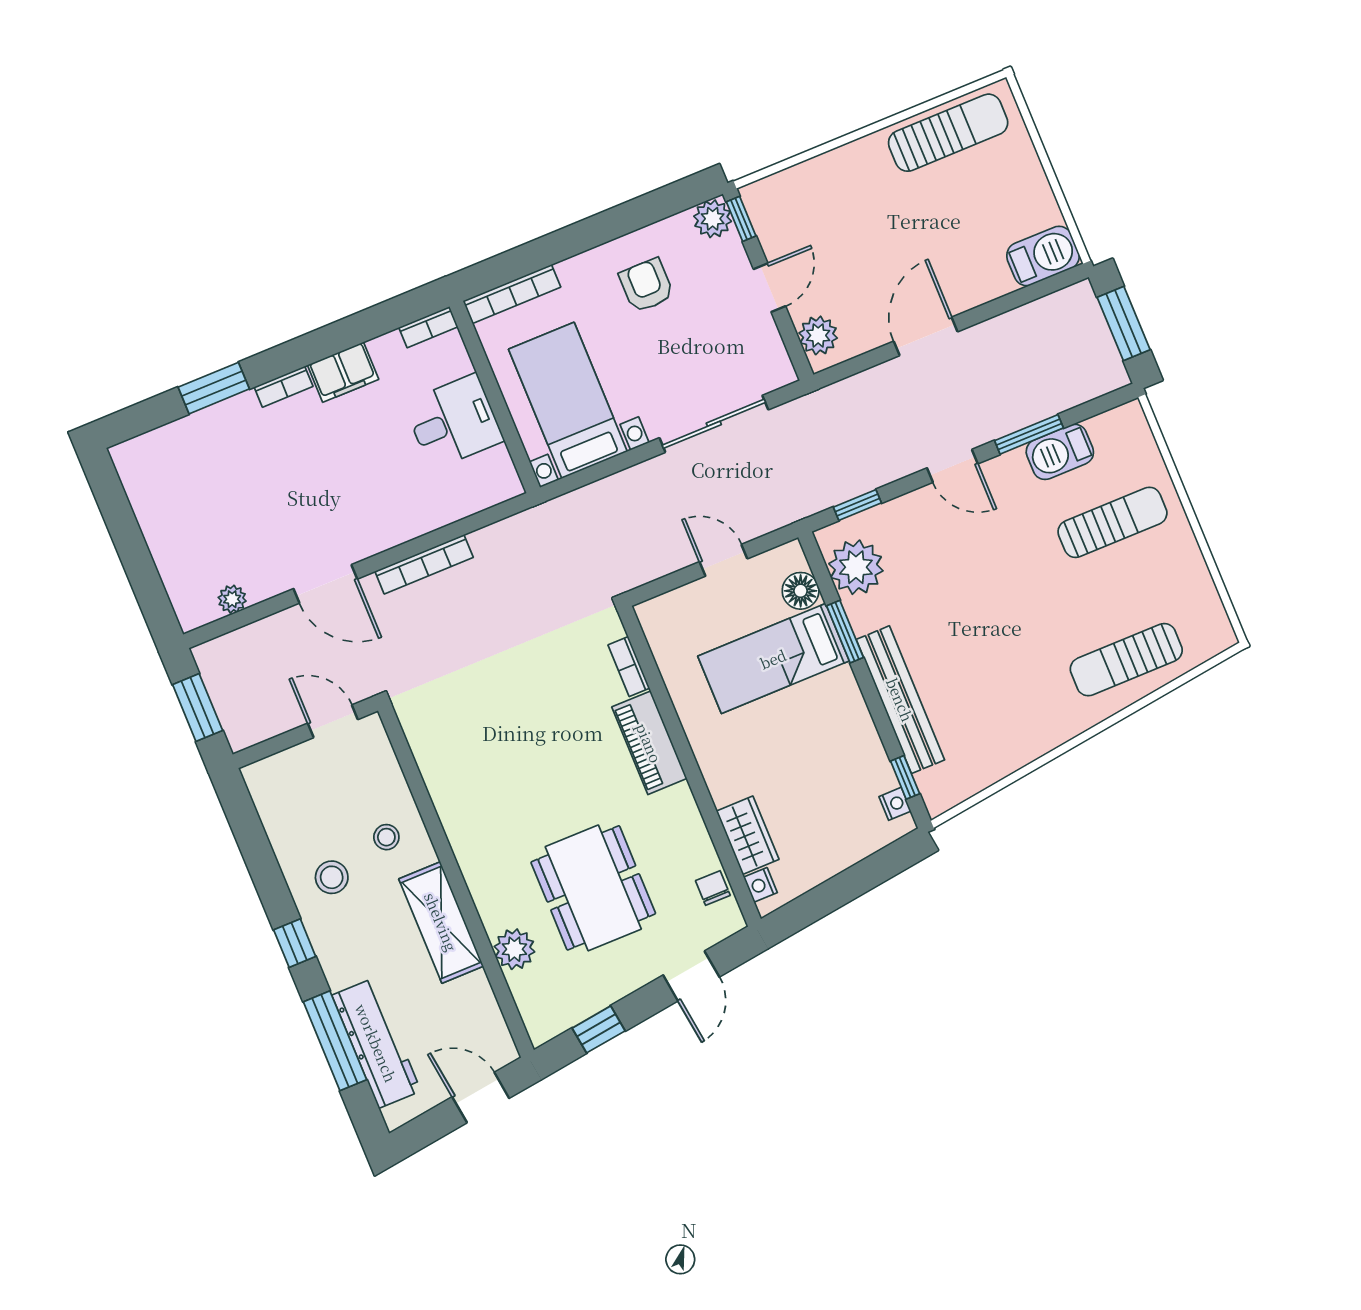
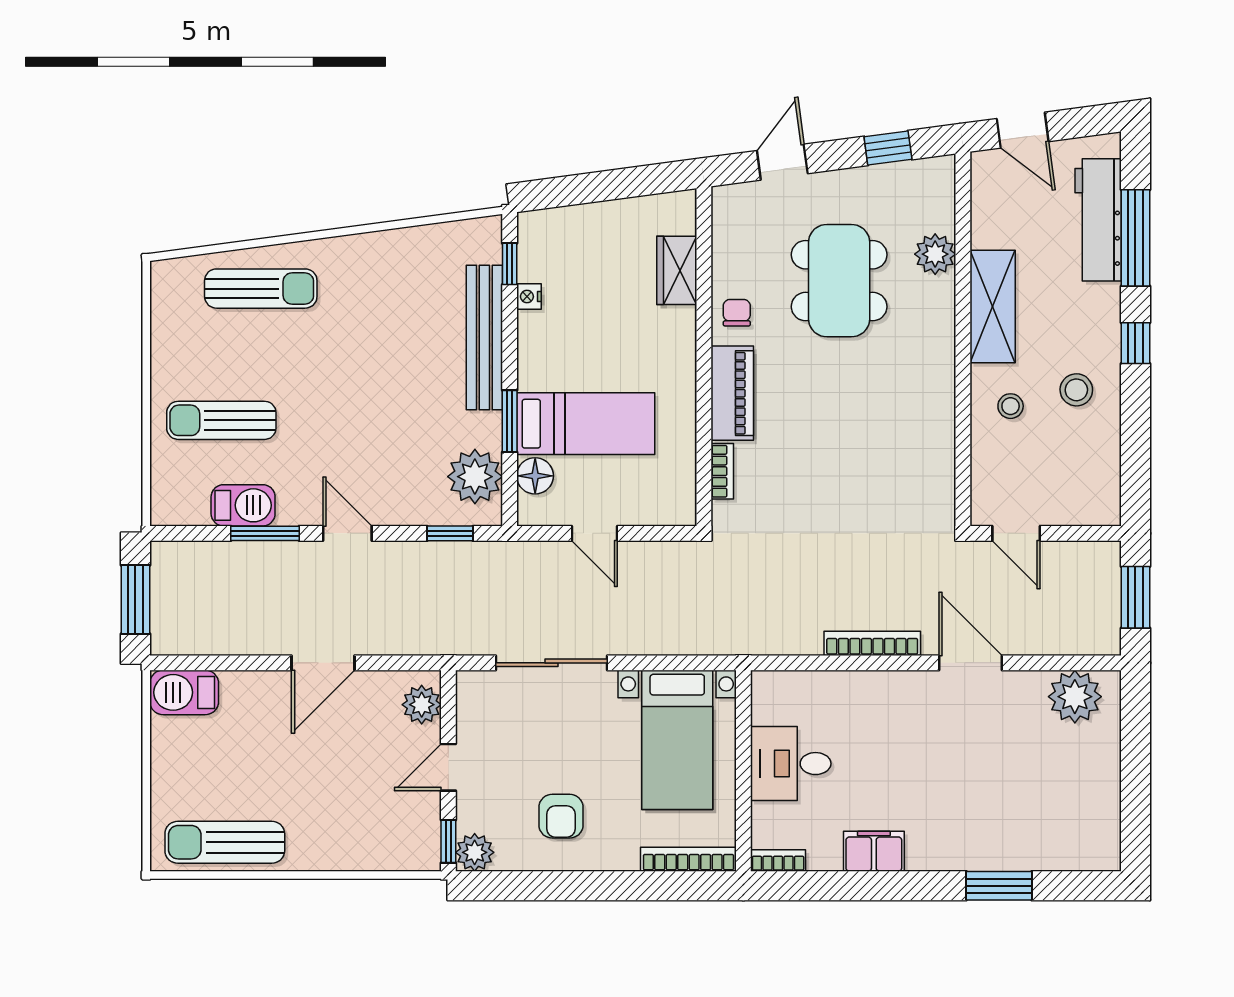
bookcase: (284, 387) -> (934, 861), removed
plant: (232, 599) -> (1075, 697), width x1.88, depth x1.88
nightstand: (895, 804) -> (529, 297), moved
nightstand: (760, 885) -> (684, 220), removed
chair: (713, 888) -> (737, 313), moved, turned 180

